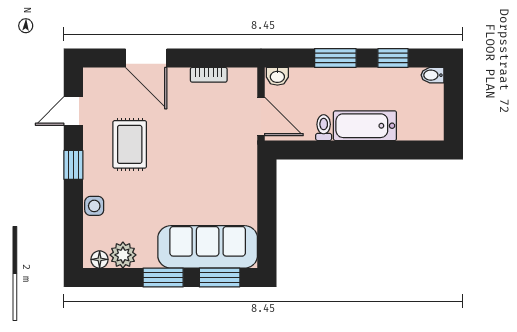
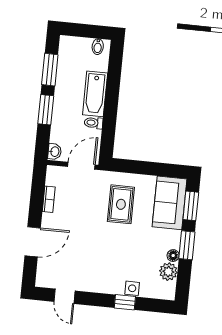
window: (393, 58) -> (50, 70), width x1.50
bidet: (432, 75) -> (98, 47), moved
rug: (130, 144) -> (121, 204), moved, turned 90
window: (73, 165) -> (125, 302), moved
sofa: (208, 247) -> (170, 203), width x0.73
floor lamp: (100, 259) -> (173, 256), moved

